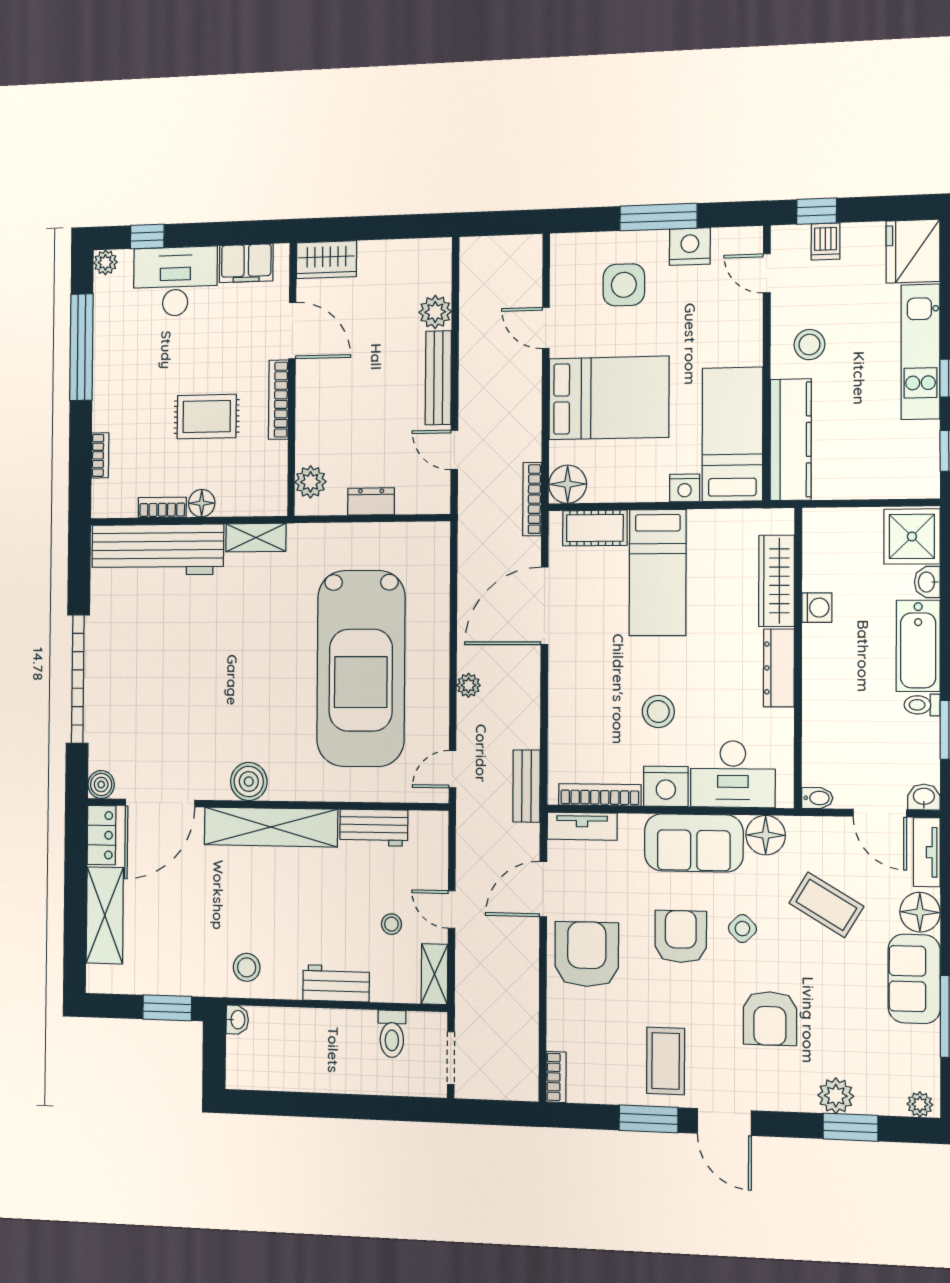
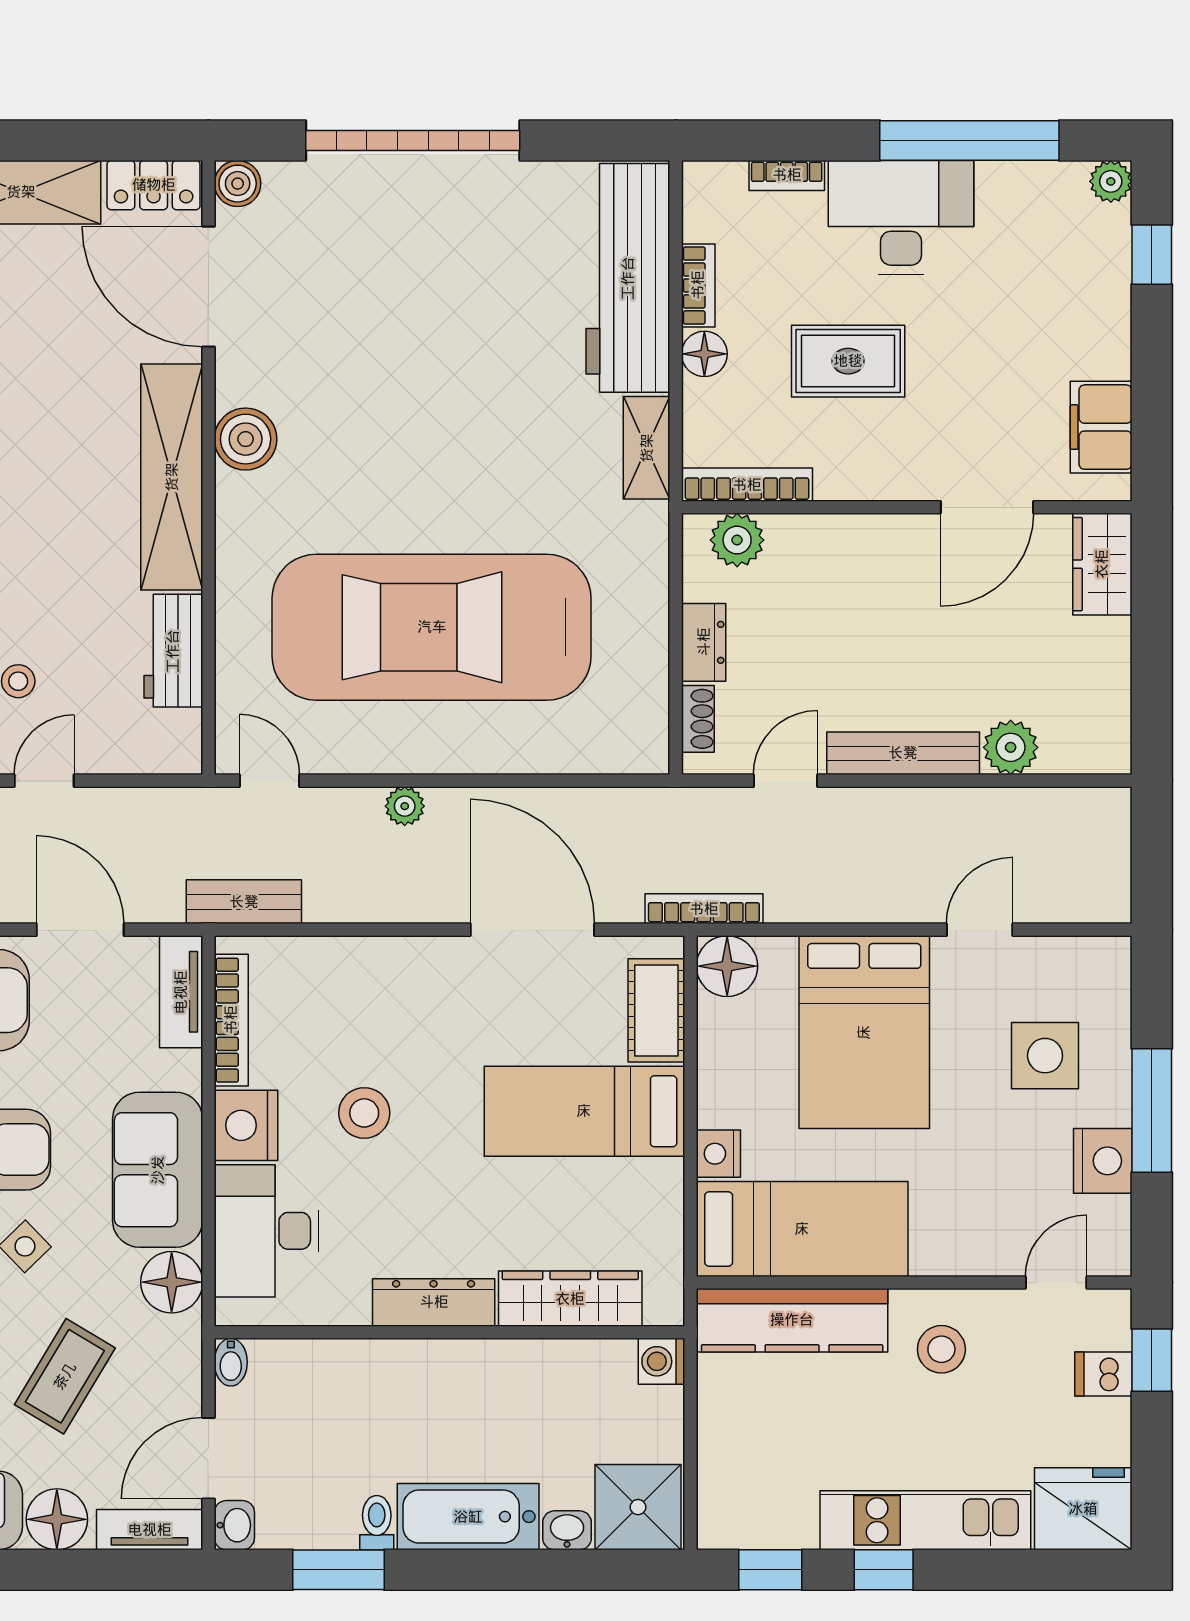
desk: (175, 281) -> (901, 217), moved, turned -90
bookcase: (279, 400) -> (747, 485), moved
rug: (207, 417) -> (848, 361), turned 90
shoe rack: (417, 504) -> (698, 719), added
washing machine: (817, 608) -> (661, 1361), moved, turned 90

